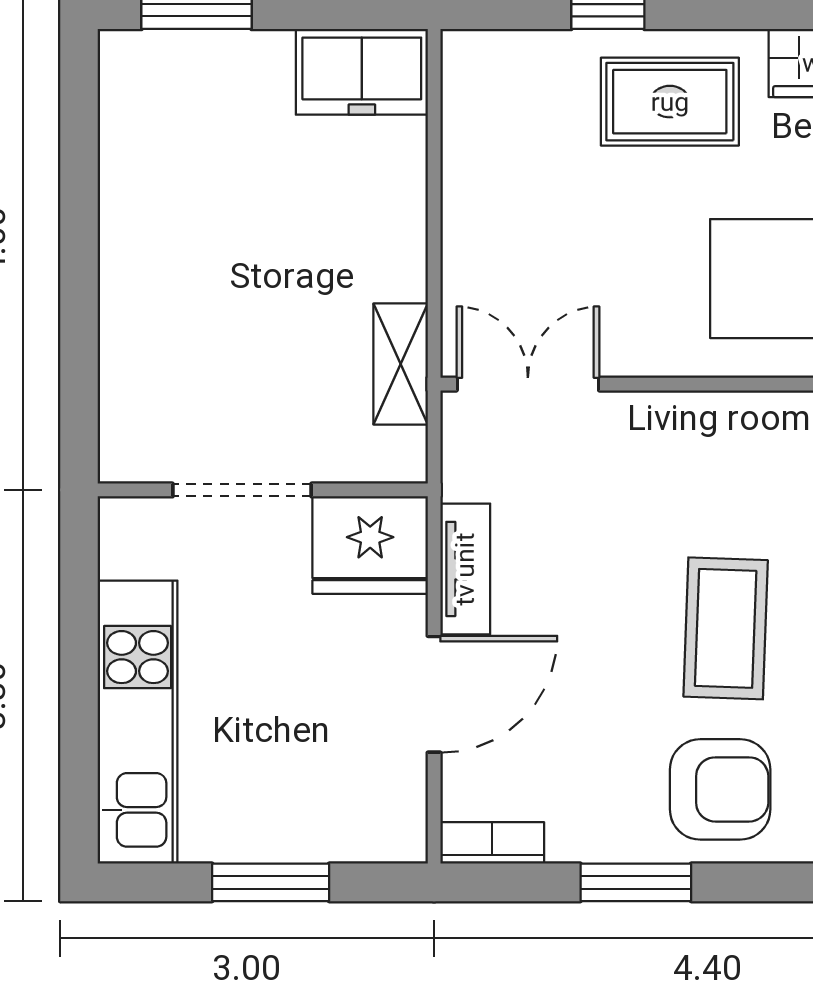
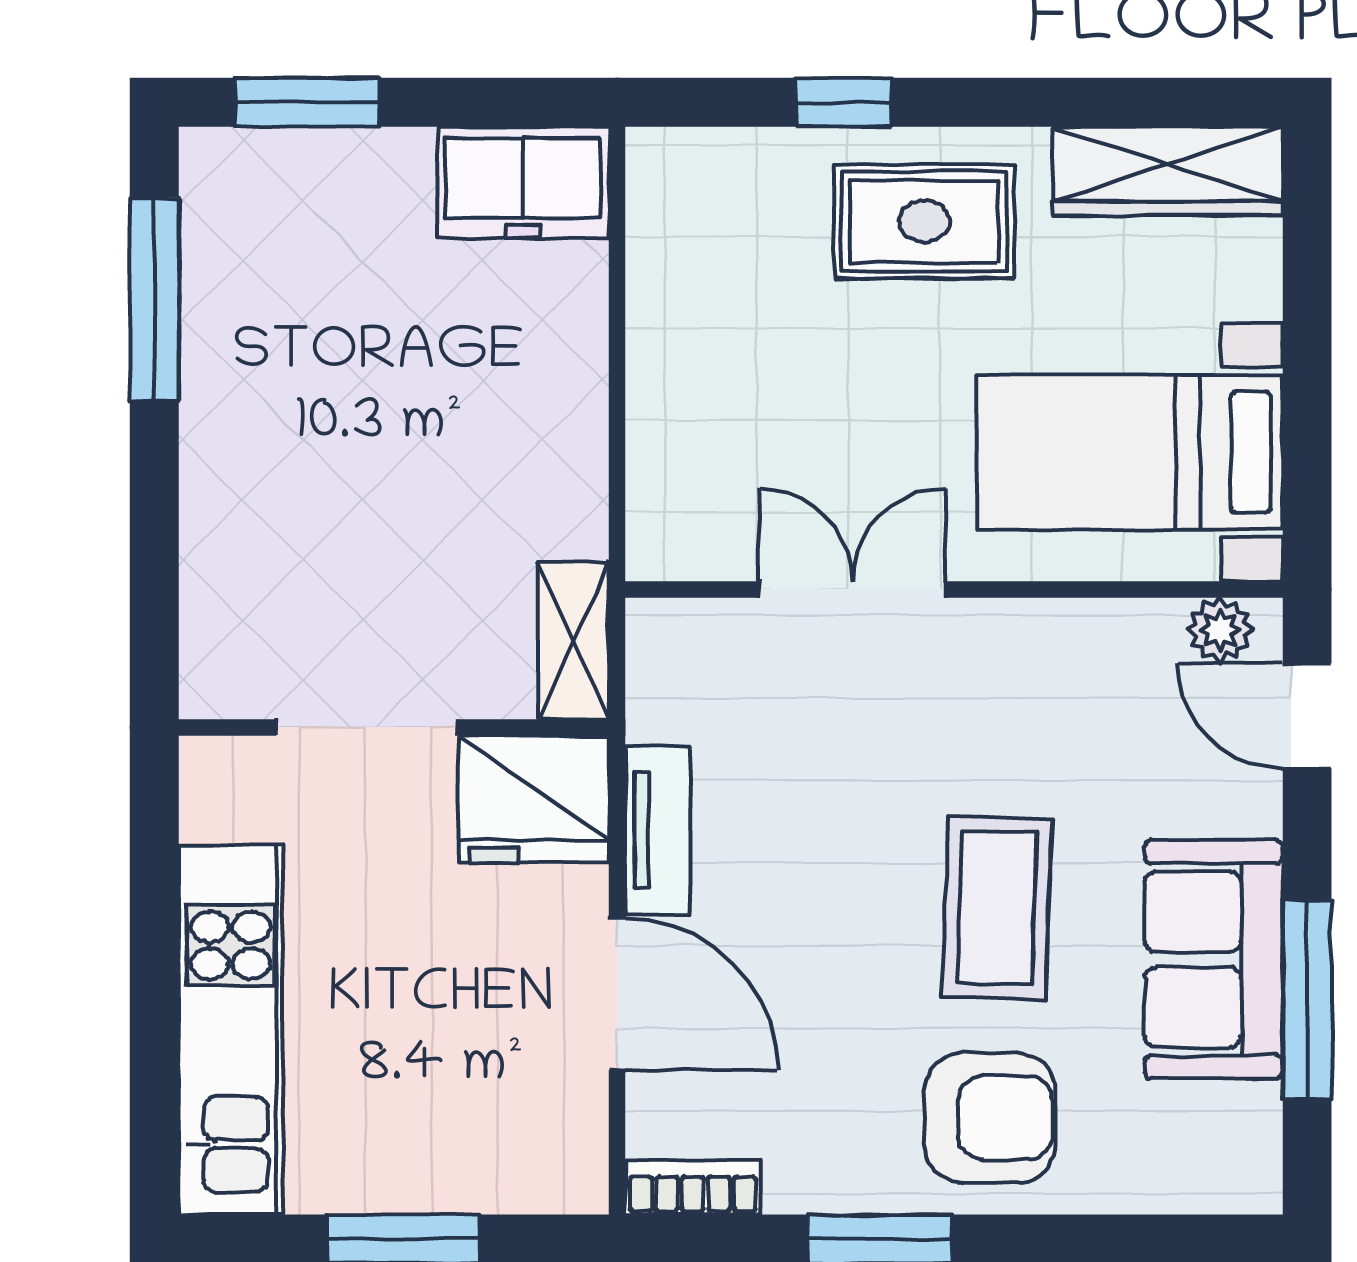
window: (79, 161) -> (154, 299), added
shelving: (401, 364) -> (573, 640), moved
double door: (528, 384) -> (852, 589), moved
door: (434, 694) -> (617, 994), hinge flipped

